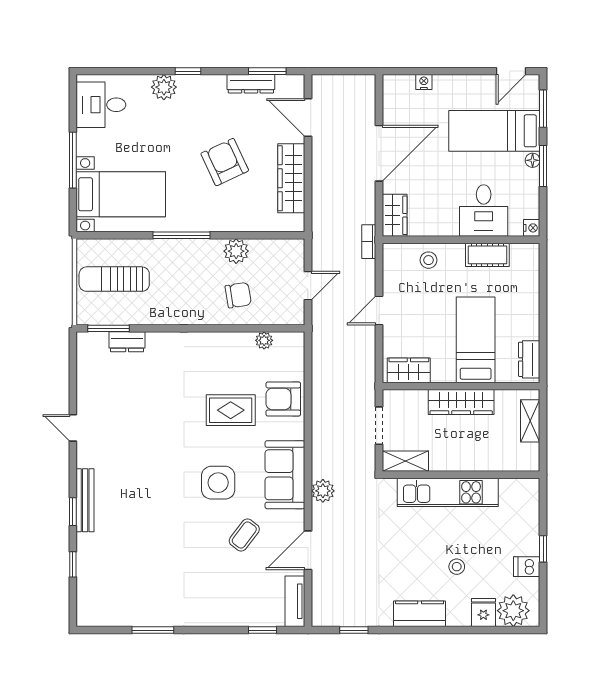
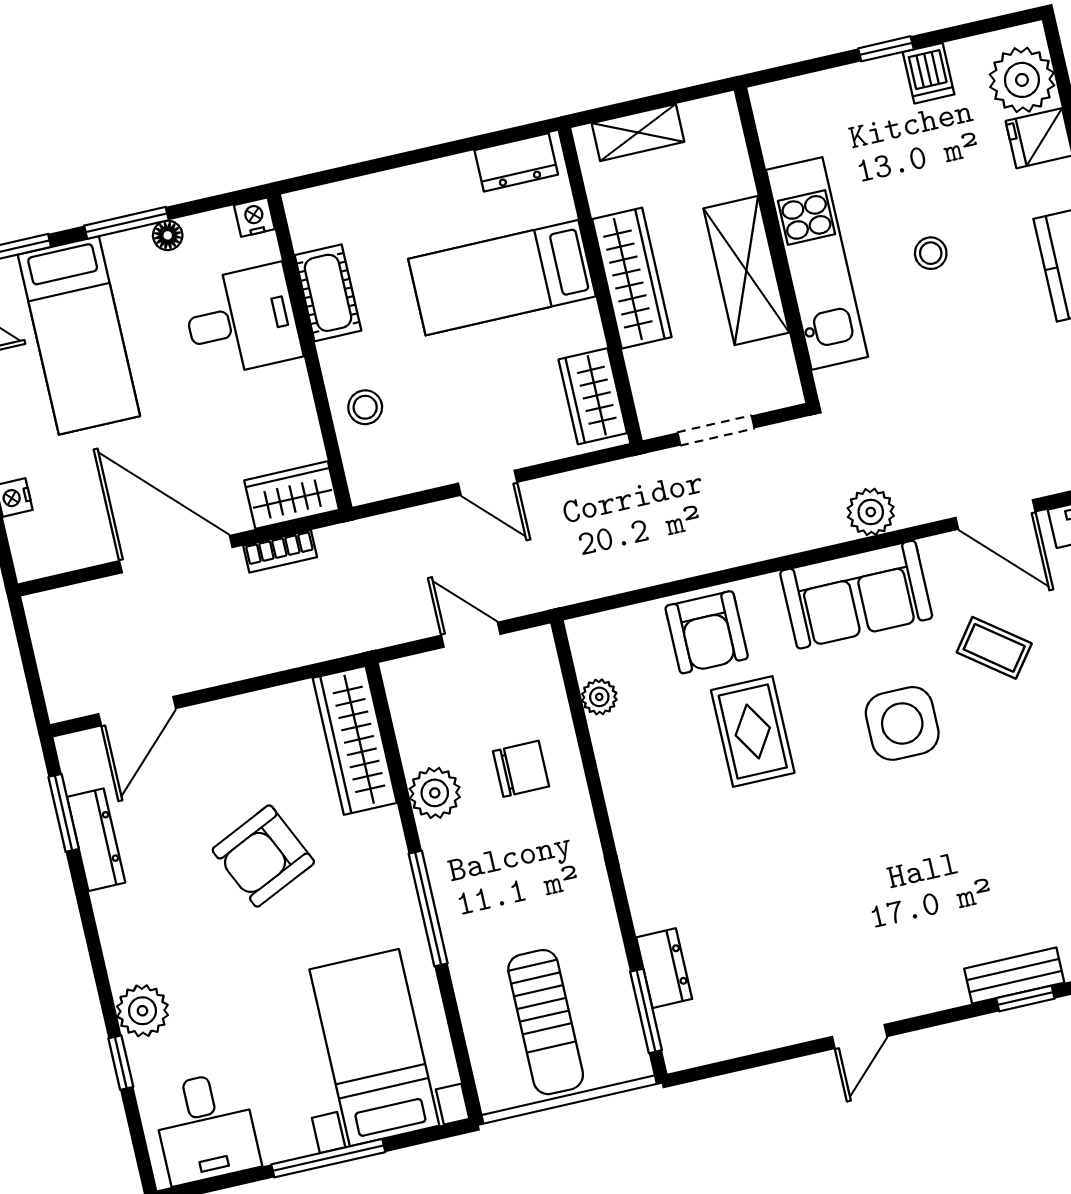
window: (188, 71) -> (121, 1063), moved
floor lamp: (533, 160) -> (168, 235), moved
wardrobe: (291, 178) -> (355, 740), moved, turned 90
bookcase: (369, 242) -> (280, 551), moved
chair: (238, 295) -> (521, 769), turned 99
shelving: (405, 461) -> (746, 271), moved, width x1.50, depth x1.33
bench: (85, 500) -> (1014, 976), width x0.73
stool: (457, 567) -> (931, 253), moved

